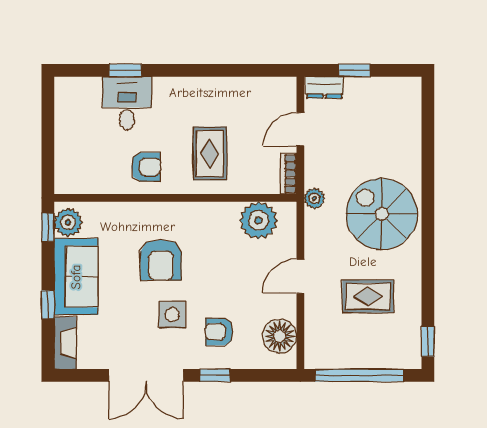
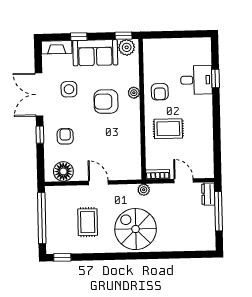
window: (354, 70) -> (218, 211), width x2.17
spiral stairs: (382, 214) -> (136, 229), turned -90
plant: (259, 220) -> (134, 93), moved, width x0.53, depth x0.53
side table: (172, 315) -> (69, 89), moved

